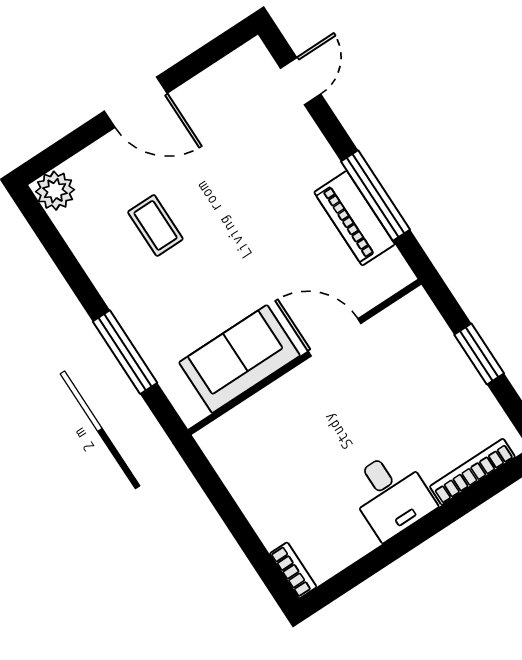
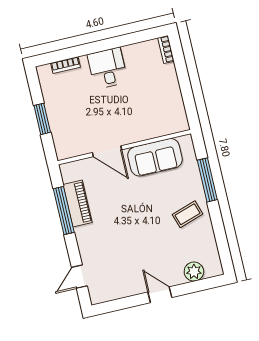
door: (136, 102) -> (160, 295), width x0.73
plant: (55, 191) -> (194, 272), moved
coffee table: (155, 225) -> (188, 214), moved, turned 72
bookcase: (472, 472) -> (66, 65), width x0.64

